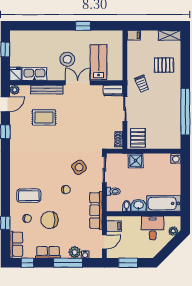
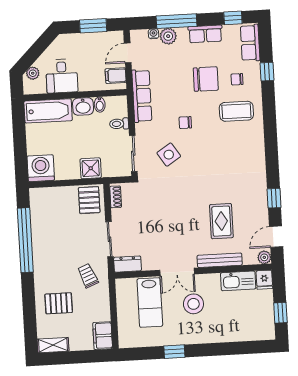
filing cabinet: (134, 35) -> (103, 336), width x2.00
rug: (44, 117) -> (221, 221), turned 90
washing machine: (176, 158) -> (41, 168), width x1.89, depth x1.89

